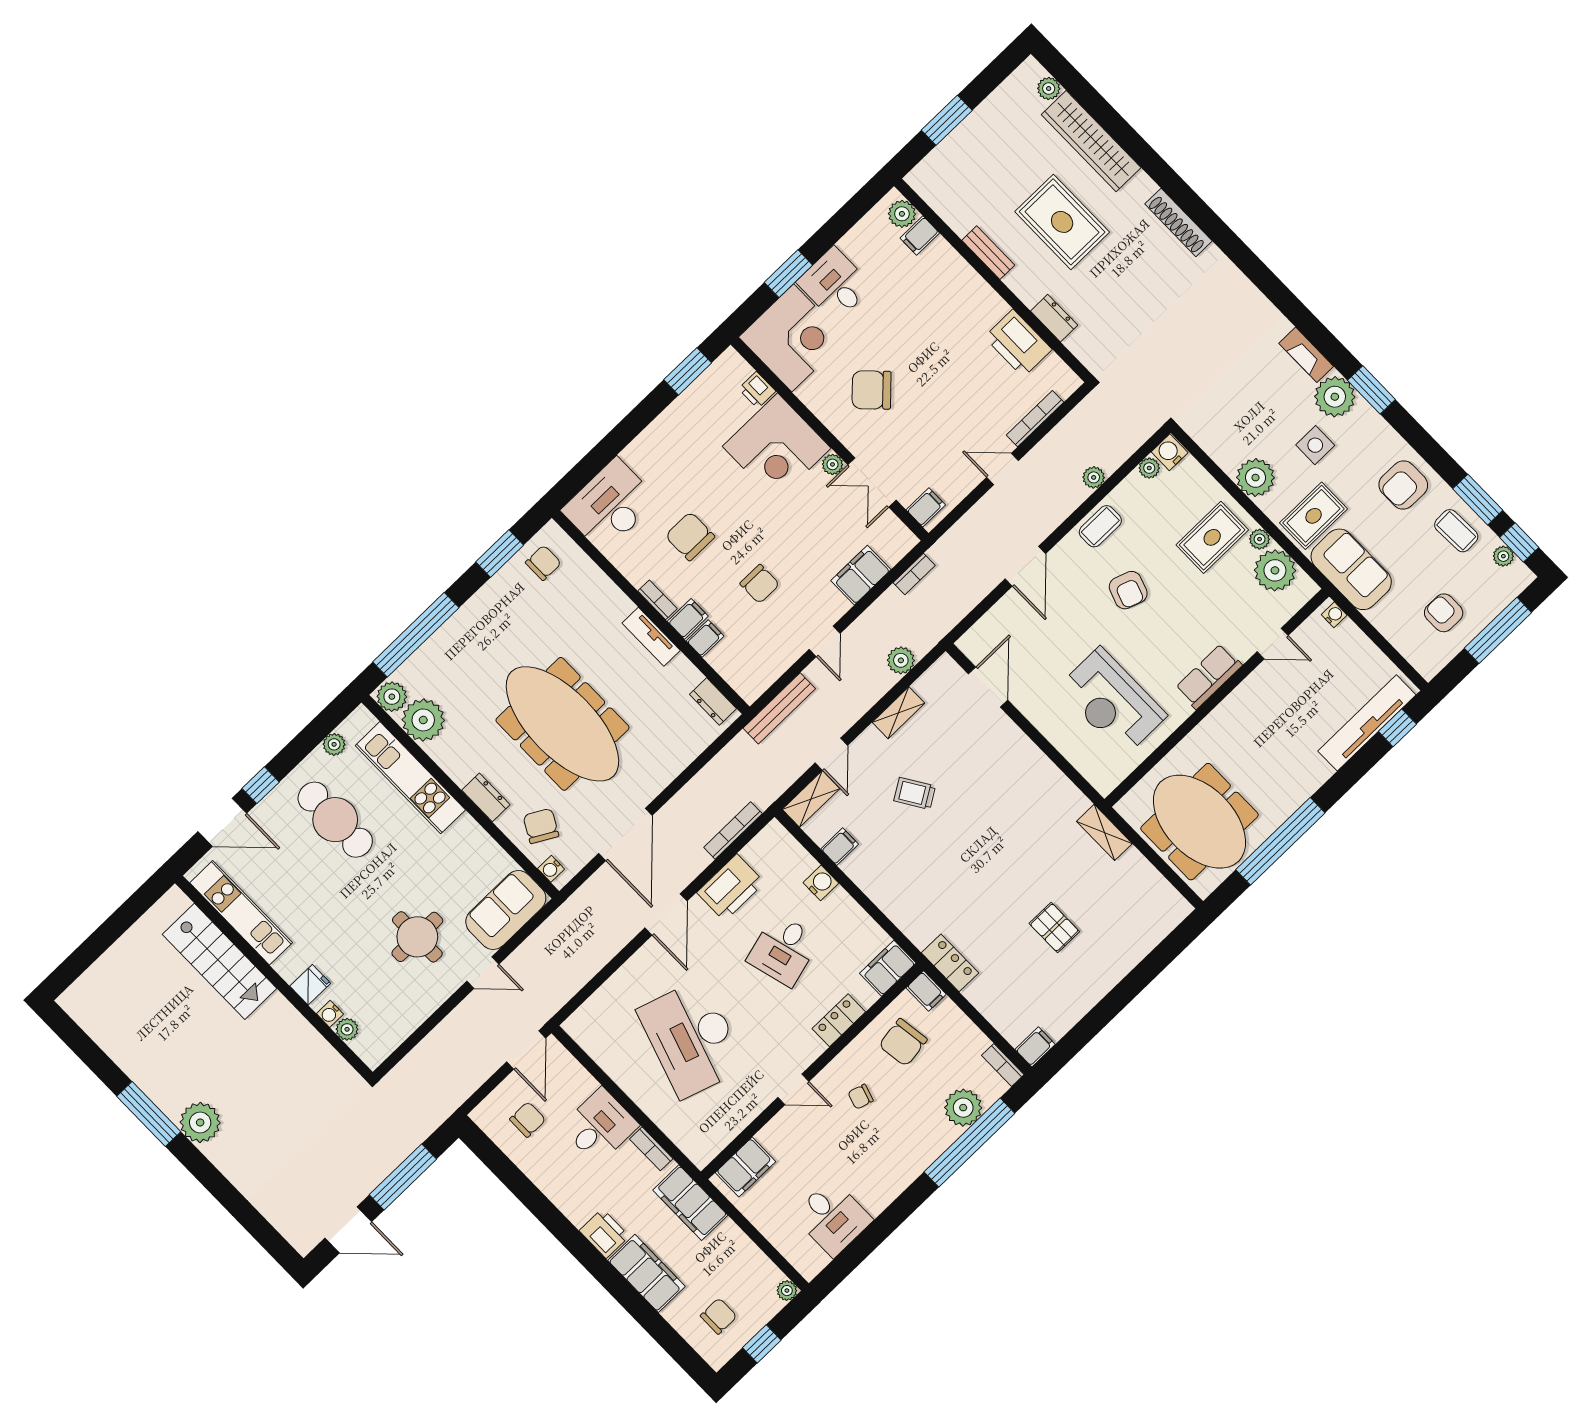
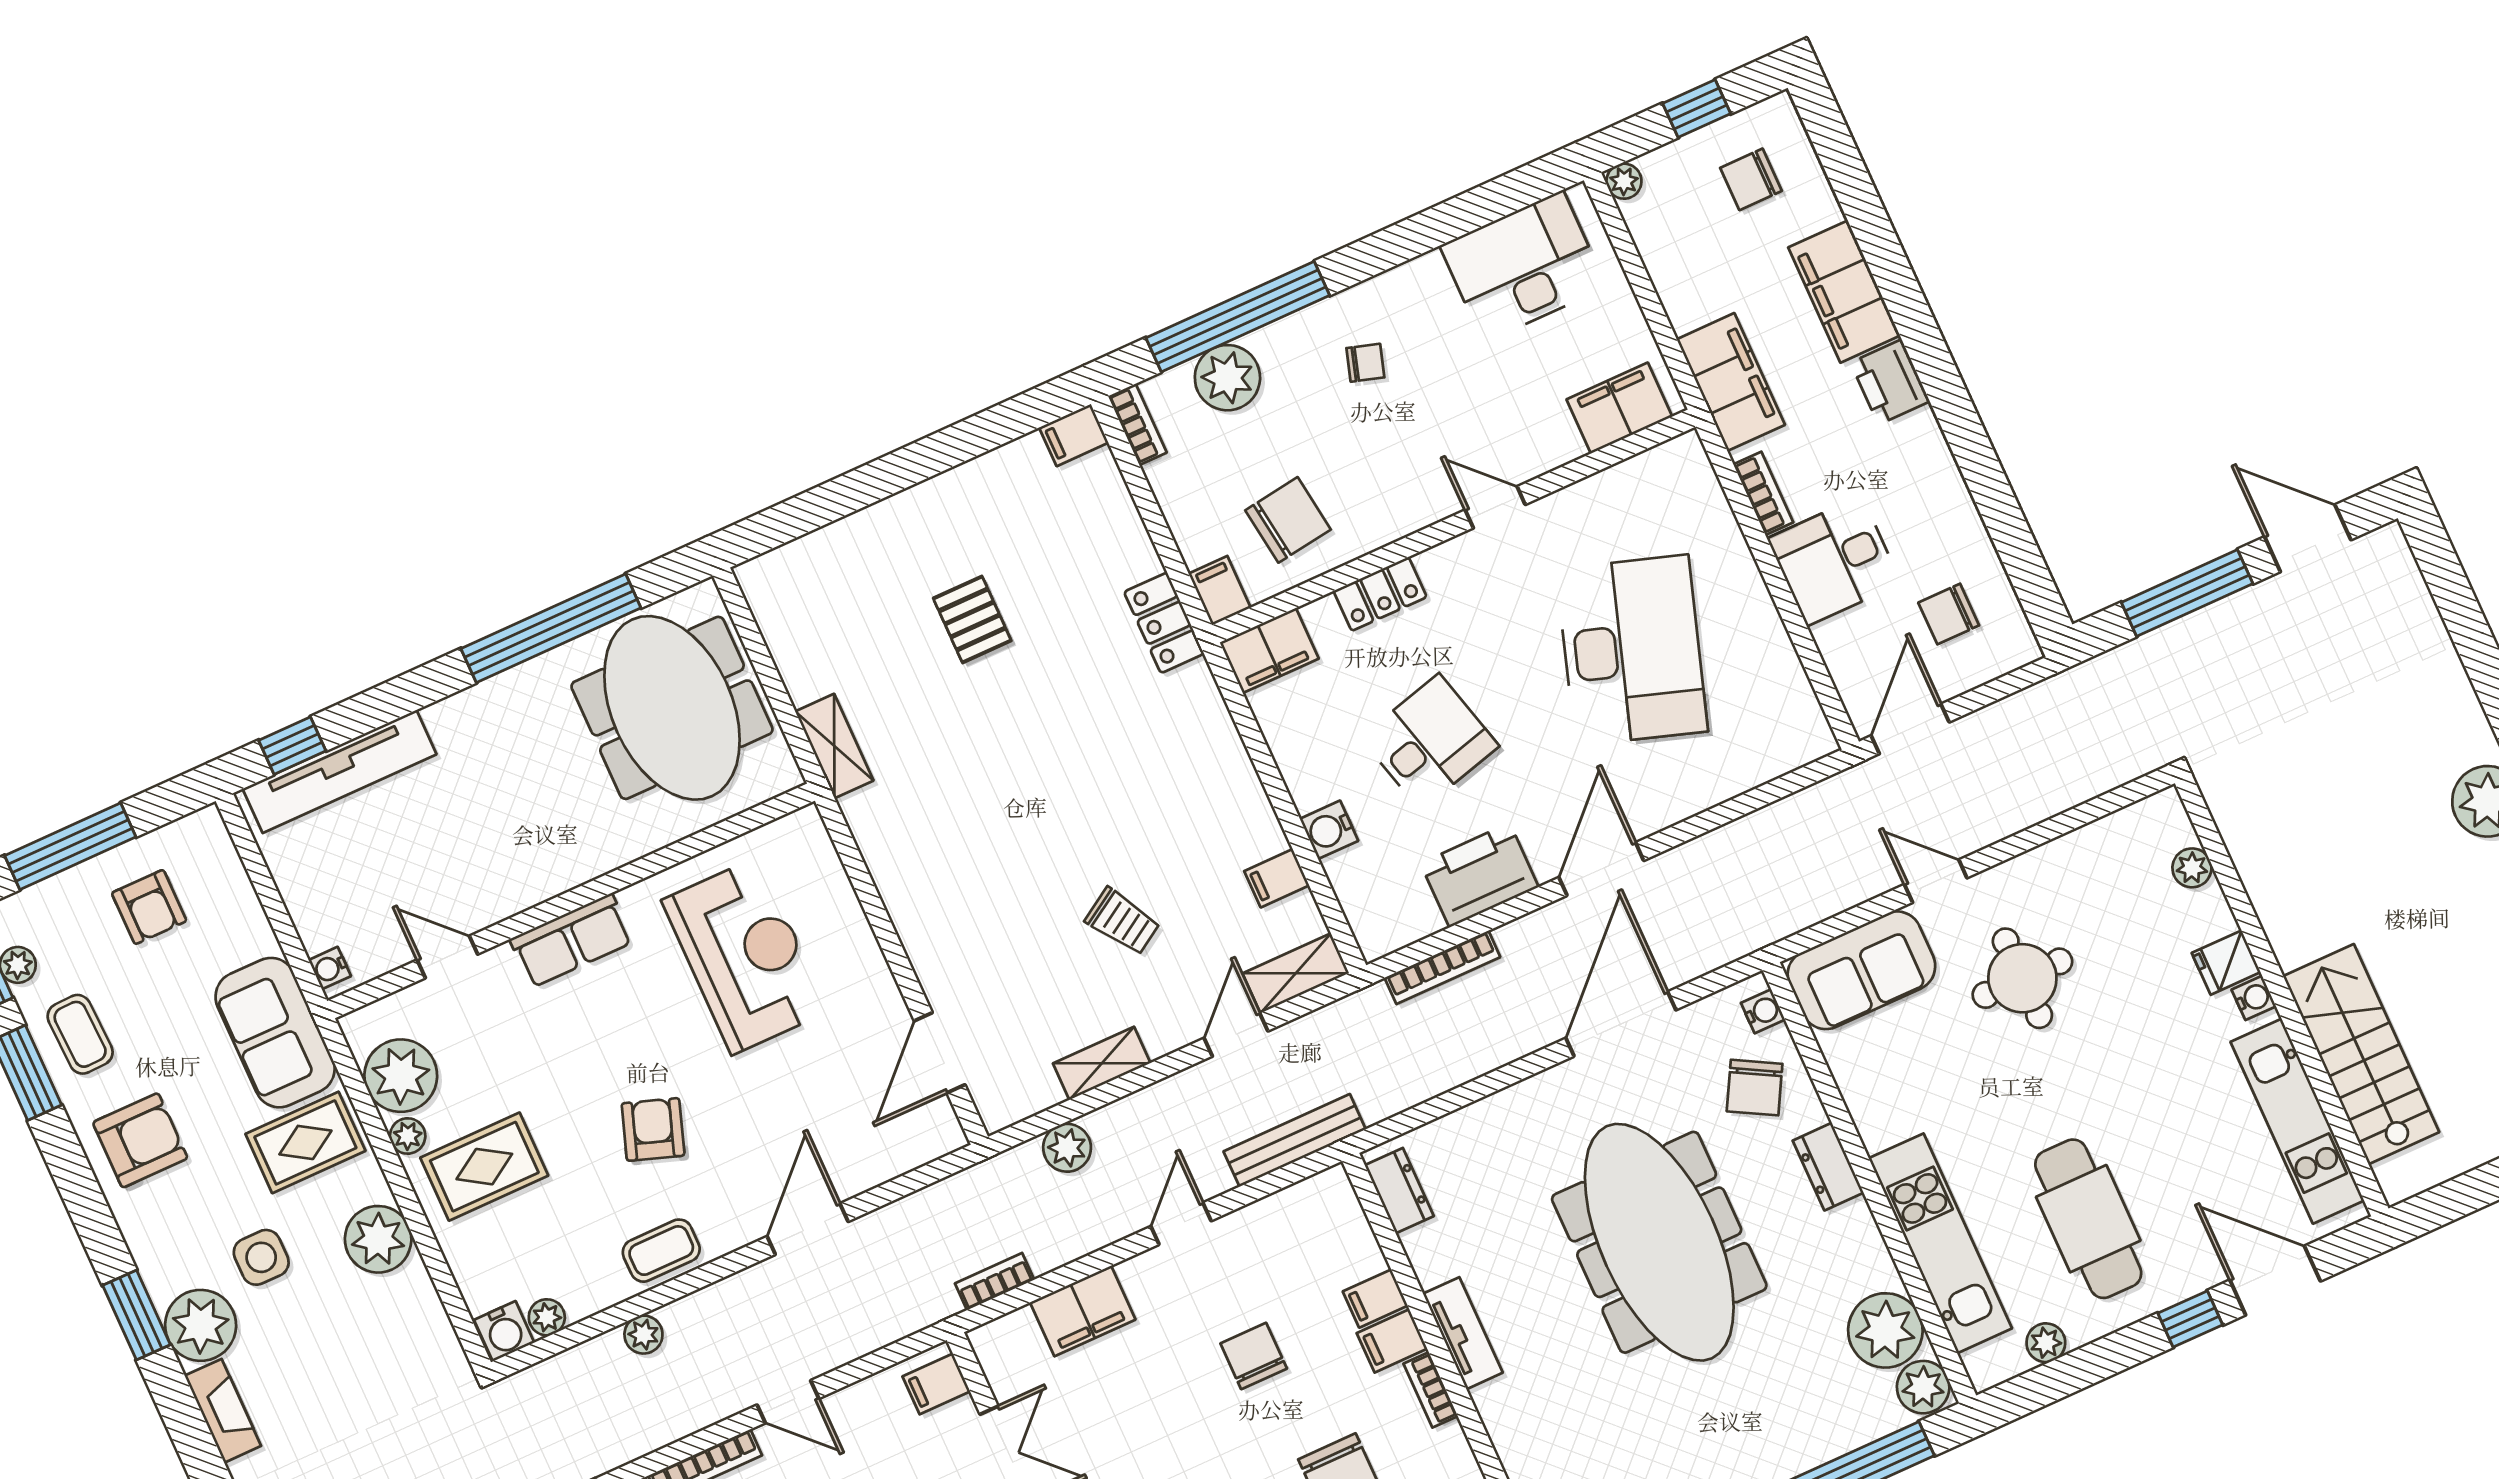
water cooler: (330, 1014) -> (2254, 998), moved
chair: (861, 1097) -> (1365, 363), moved
desk: (832, 1218) -> (1523, 266), width x1.37

